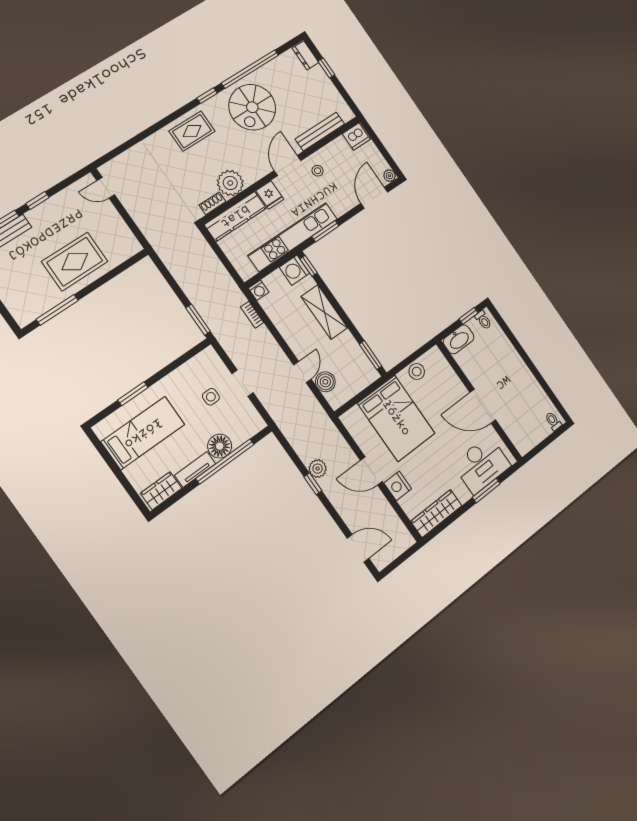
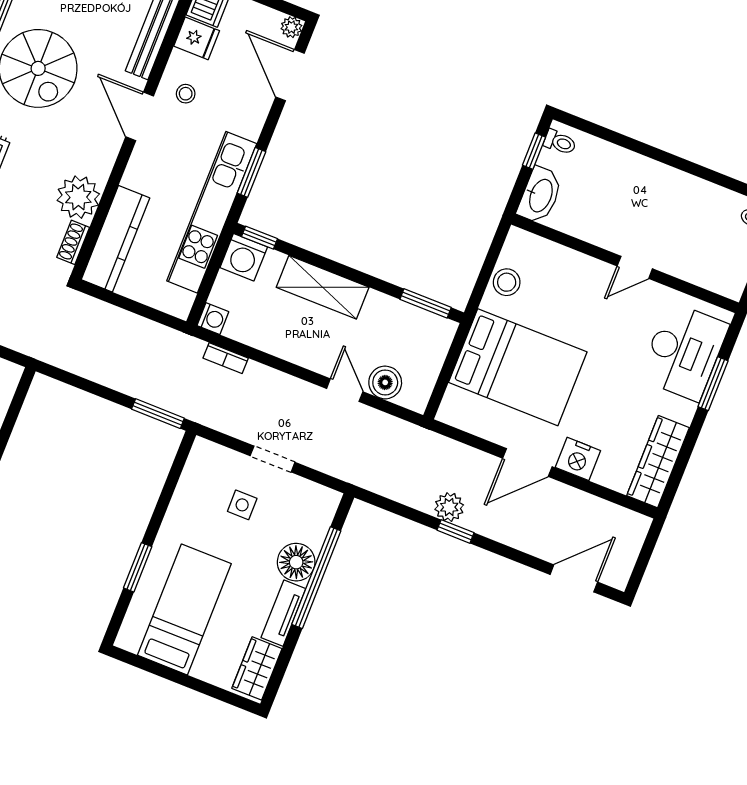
fridge: (270, 195) -> (197, 38), moved
door: (483, 406) -> (635, 267), width x0.53

